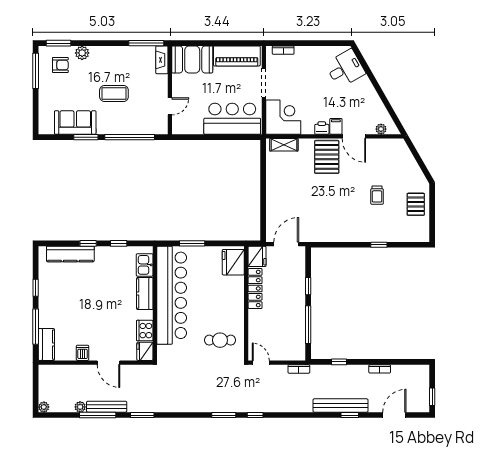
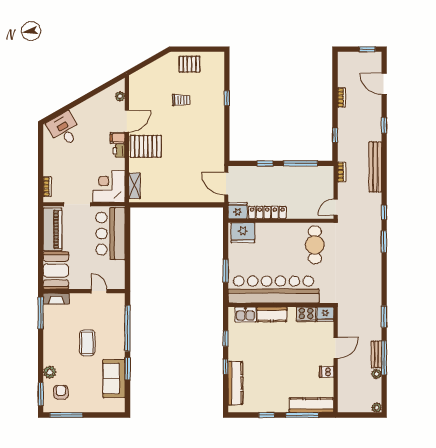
cafe table: (220, 340) -> (315, 245), width x1.37, depth x1.35
kitchen counter: (46, 345) -> (312, 405), width x1.50
bench: (340, 406) -> (375, 167), moved
bench: (107, 407) -> (376, 354), width x0.73

